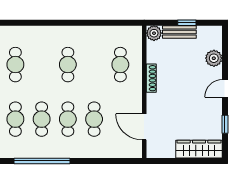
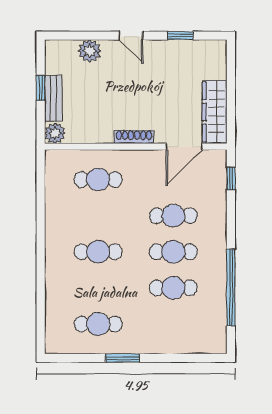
shoe rack: (151, 78) -> (134, 137), moved
cafe table: (15, 119) -> (173, 324), removed
wardrobe: (199, 149) -> (215, 112), moved
window: (121, 161) -> (231, 178), added

